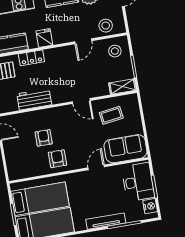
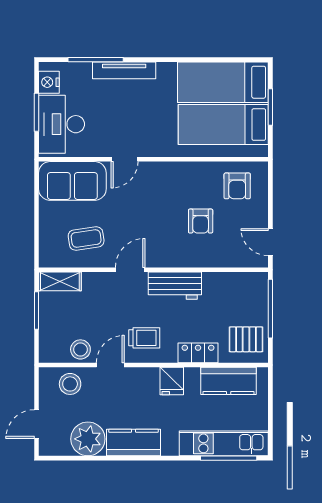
stool: (115, 51) -> (80, 349), moved
trolley: (66, 61) -> (144, 338), added
workbench: (34, 99) -> (175, 286), moved
door: (81, 101) -> (130, 270), hinge flipped
armchair: (57, 159) -> (237, 186), moved

